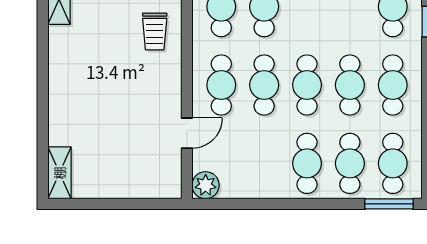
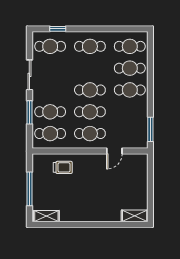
cafe table: (350, 85) -> (90, 68), removed
door: (187, 133) -> (114, 151), swing flipped
plant: (206, 185) -> (141, 142), removed
window: (389, 204) -> (150, 129), moved

